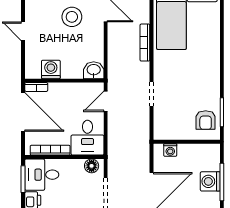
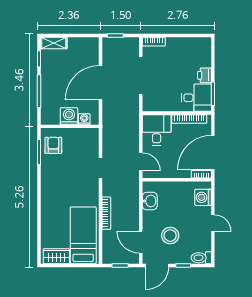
washing machine: (51, 69) -> (203, 197), moved, turned 90
washbasin: (94, 70) -> (150, 201), moved, turned -90
door: (106, 101) -> (141, 162), hinge flipped
door: (23, 112) -> (213, 152), hinge flipped
floor lamp: (92, 166) -> (153, 105), removed
washing machine: (210, 181) -> (69, 116), moved, turned -90

